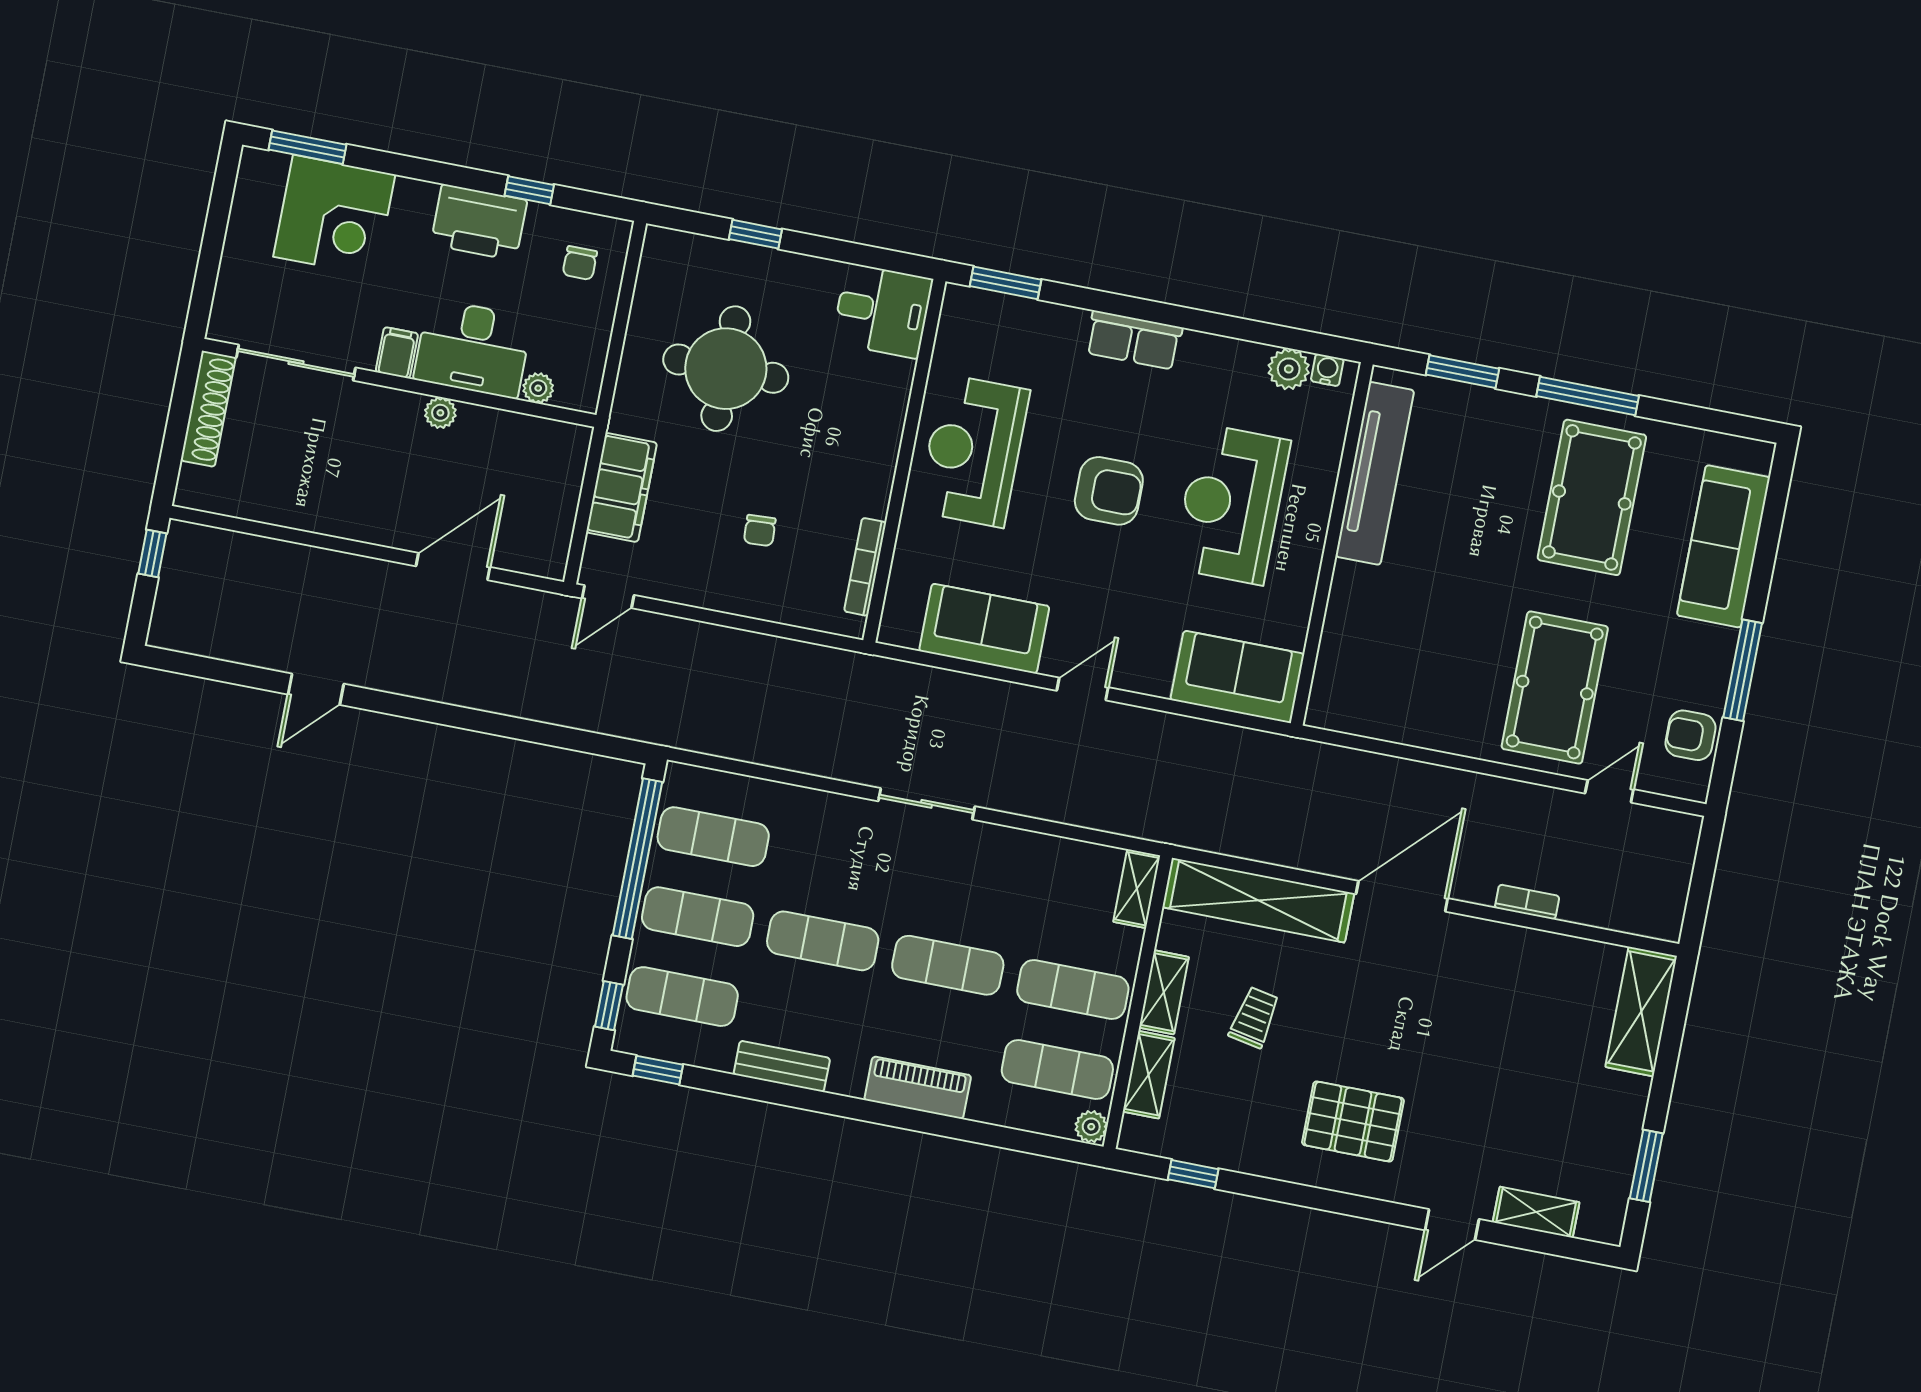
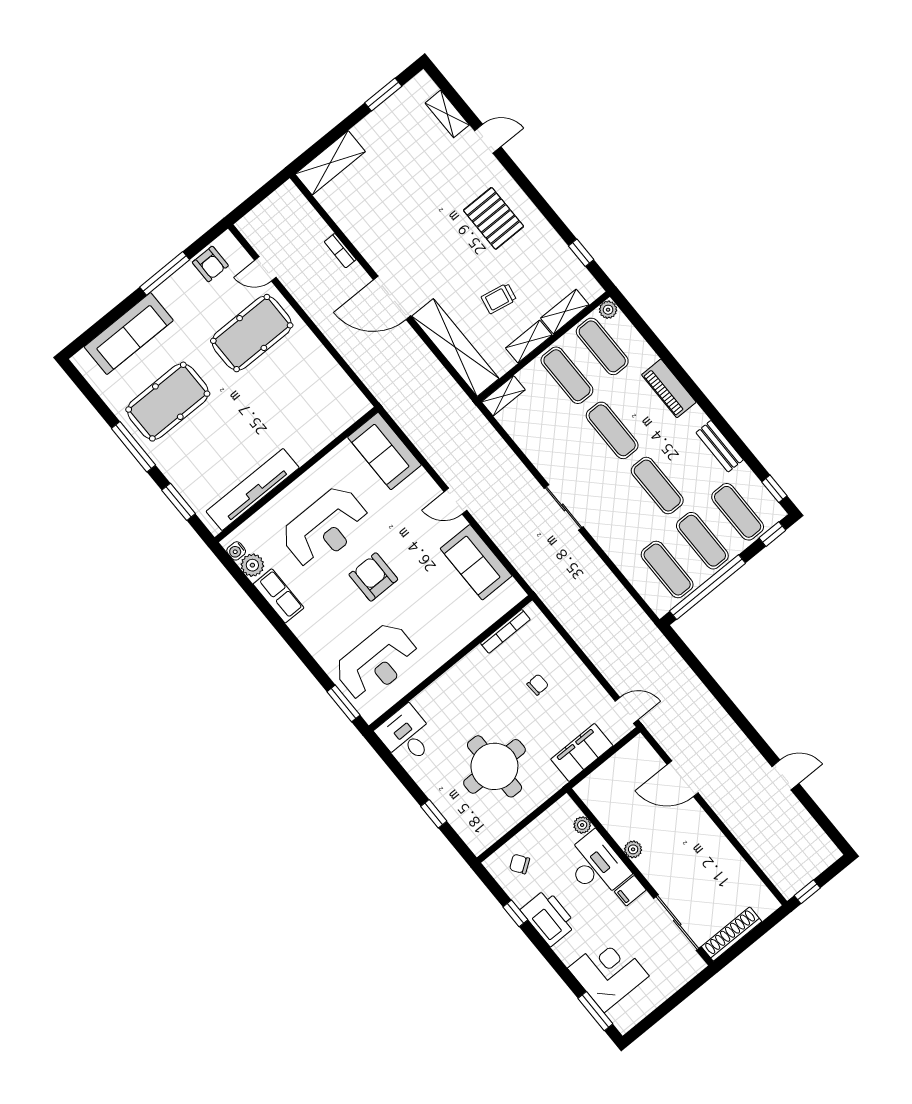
chair: (580, 263) -> (520, 864), turned -125
row of seats: (1134, 340) -> (278, 596), moved
reception desk: (973, 451) -> (377, 662), moved

